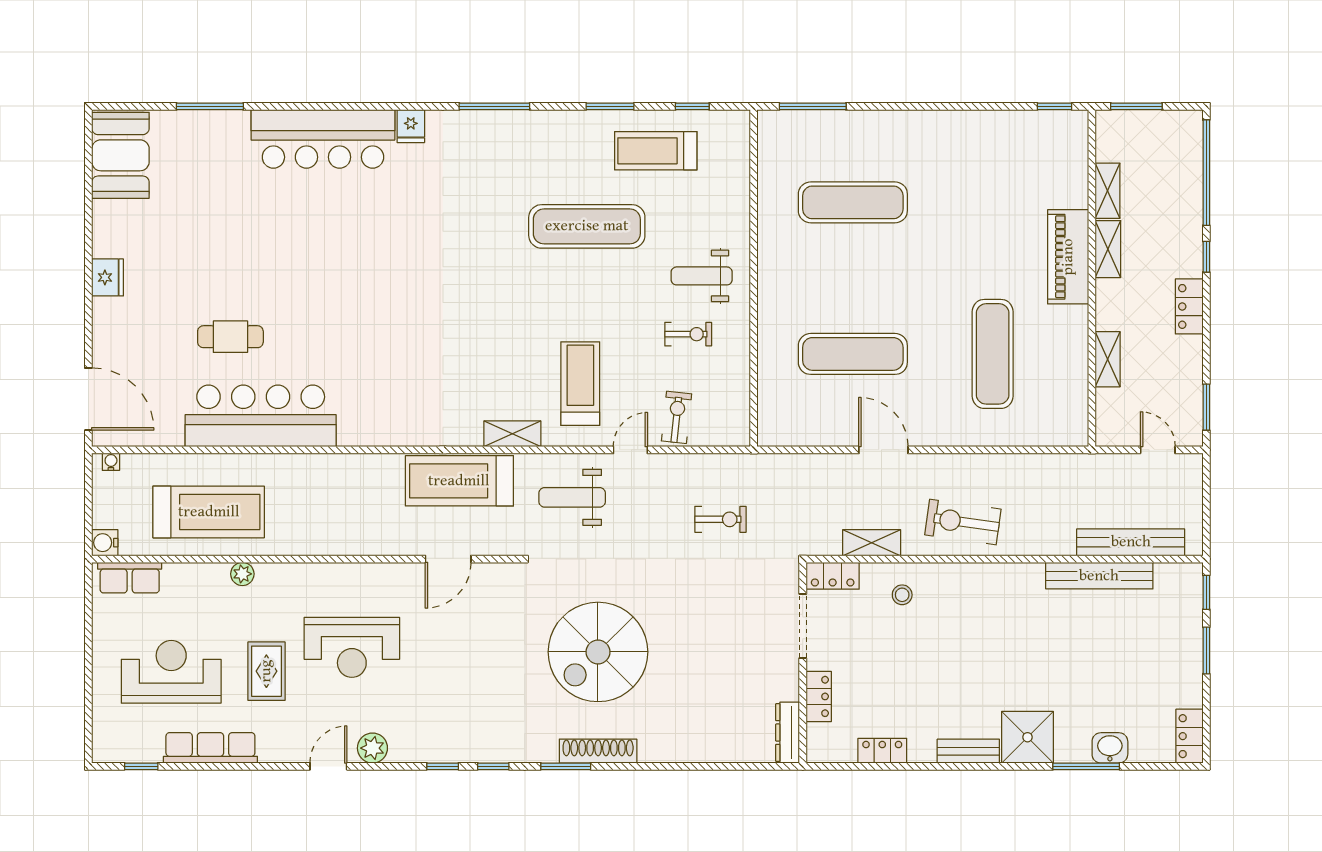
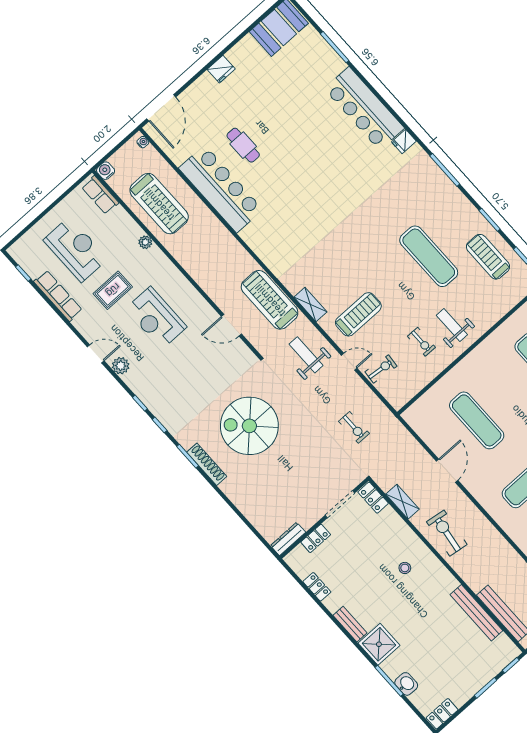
stool: (902, 595) -> (405, 568), moved

